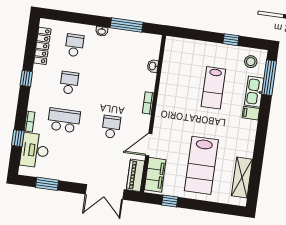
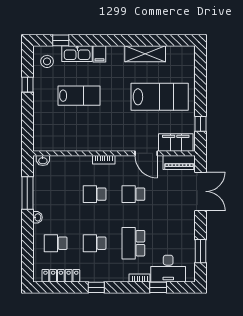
washbasin: (153, 66) -> (43, 160), moved
window: (269, 78) -> (61, 40), width x0.46
school desk: (116, 89) -> (95, 194), added
shelving: (242, 178) -> (145, 54), moved

